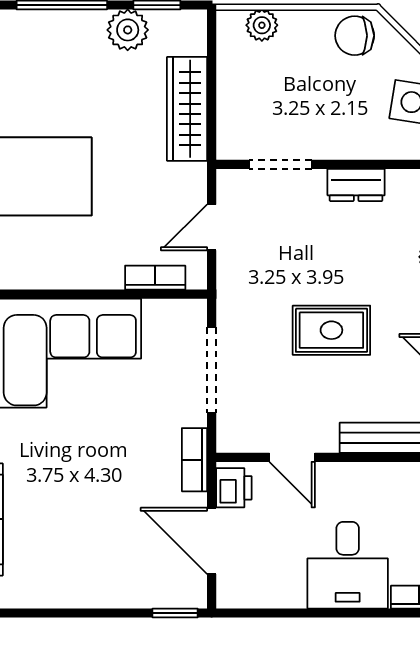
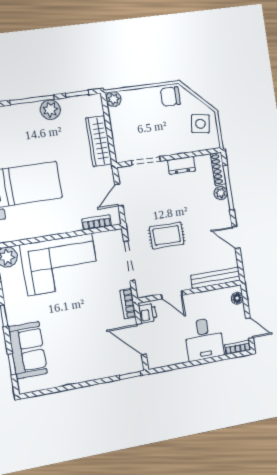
plant: (262, 25) -> (113, 99), moved
plant: (128, 30) -> (50, 110), moved
rug: (331, 330) -> (167, 235), moved

